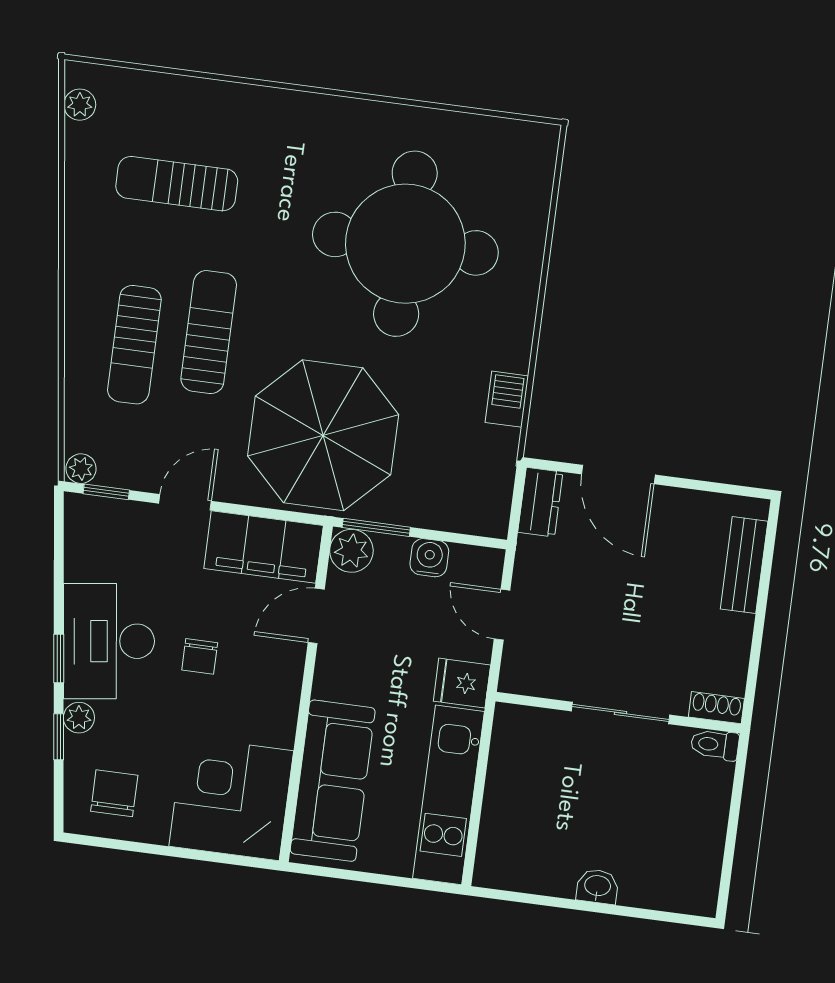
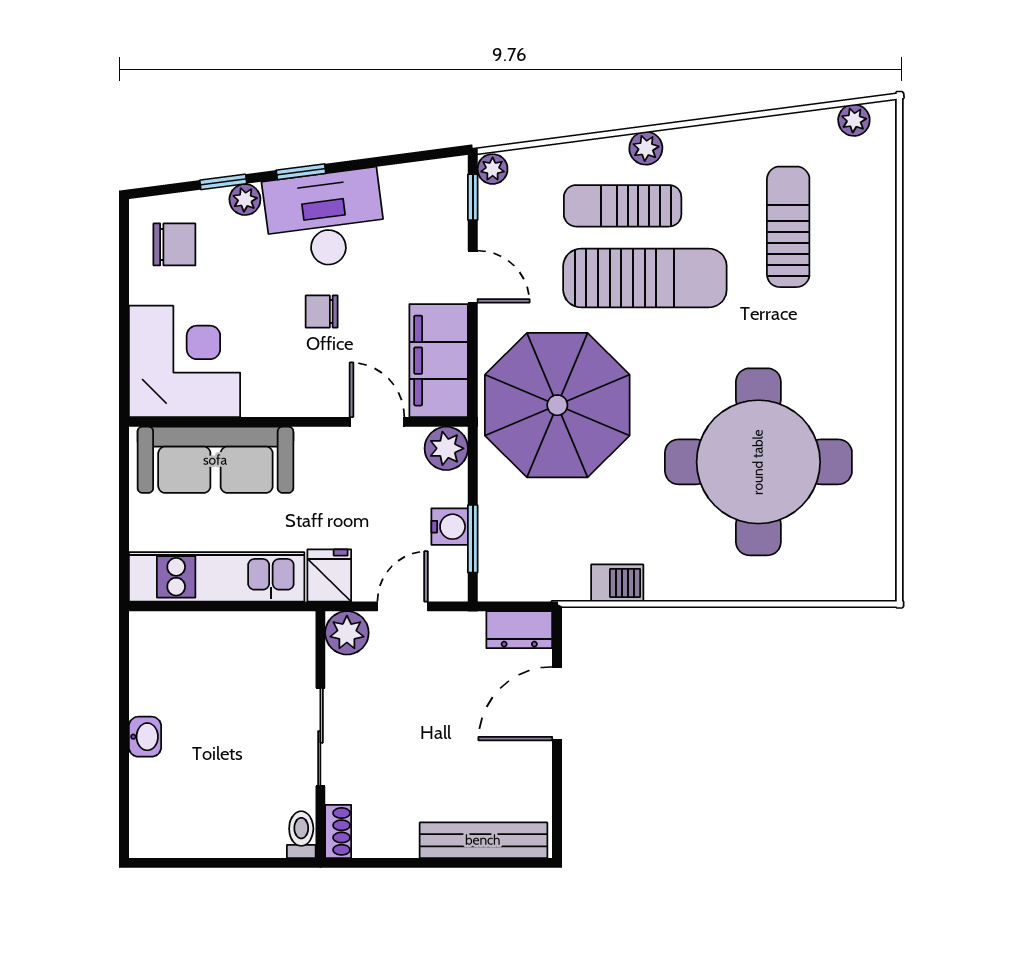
plant: (80, 314) -> (646, 148), added
sun lounger: (209, 332) -> (645, 278), width x1.36, depth x1.34
window: (376, 527) -> (473, 539), moved
bench: (744, 565) -> (483, 840), width x1.36
plant: (521, 673) -> (347, 633), added

